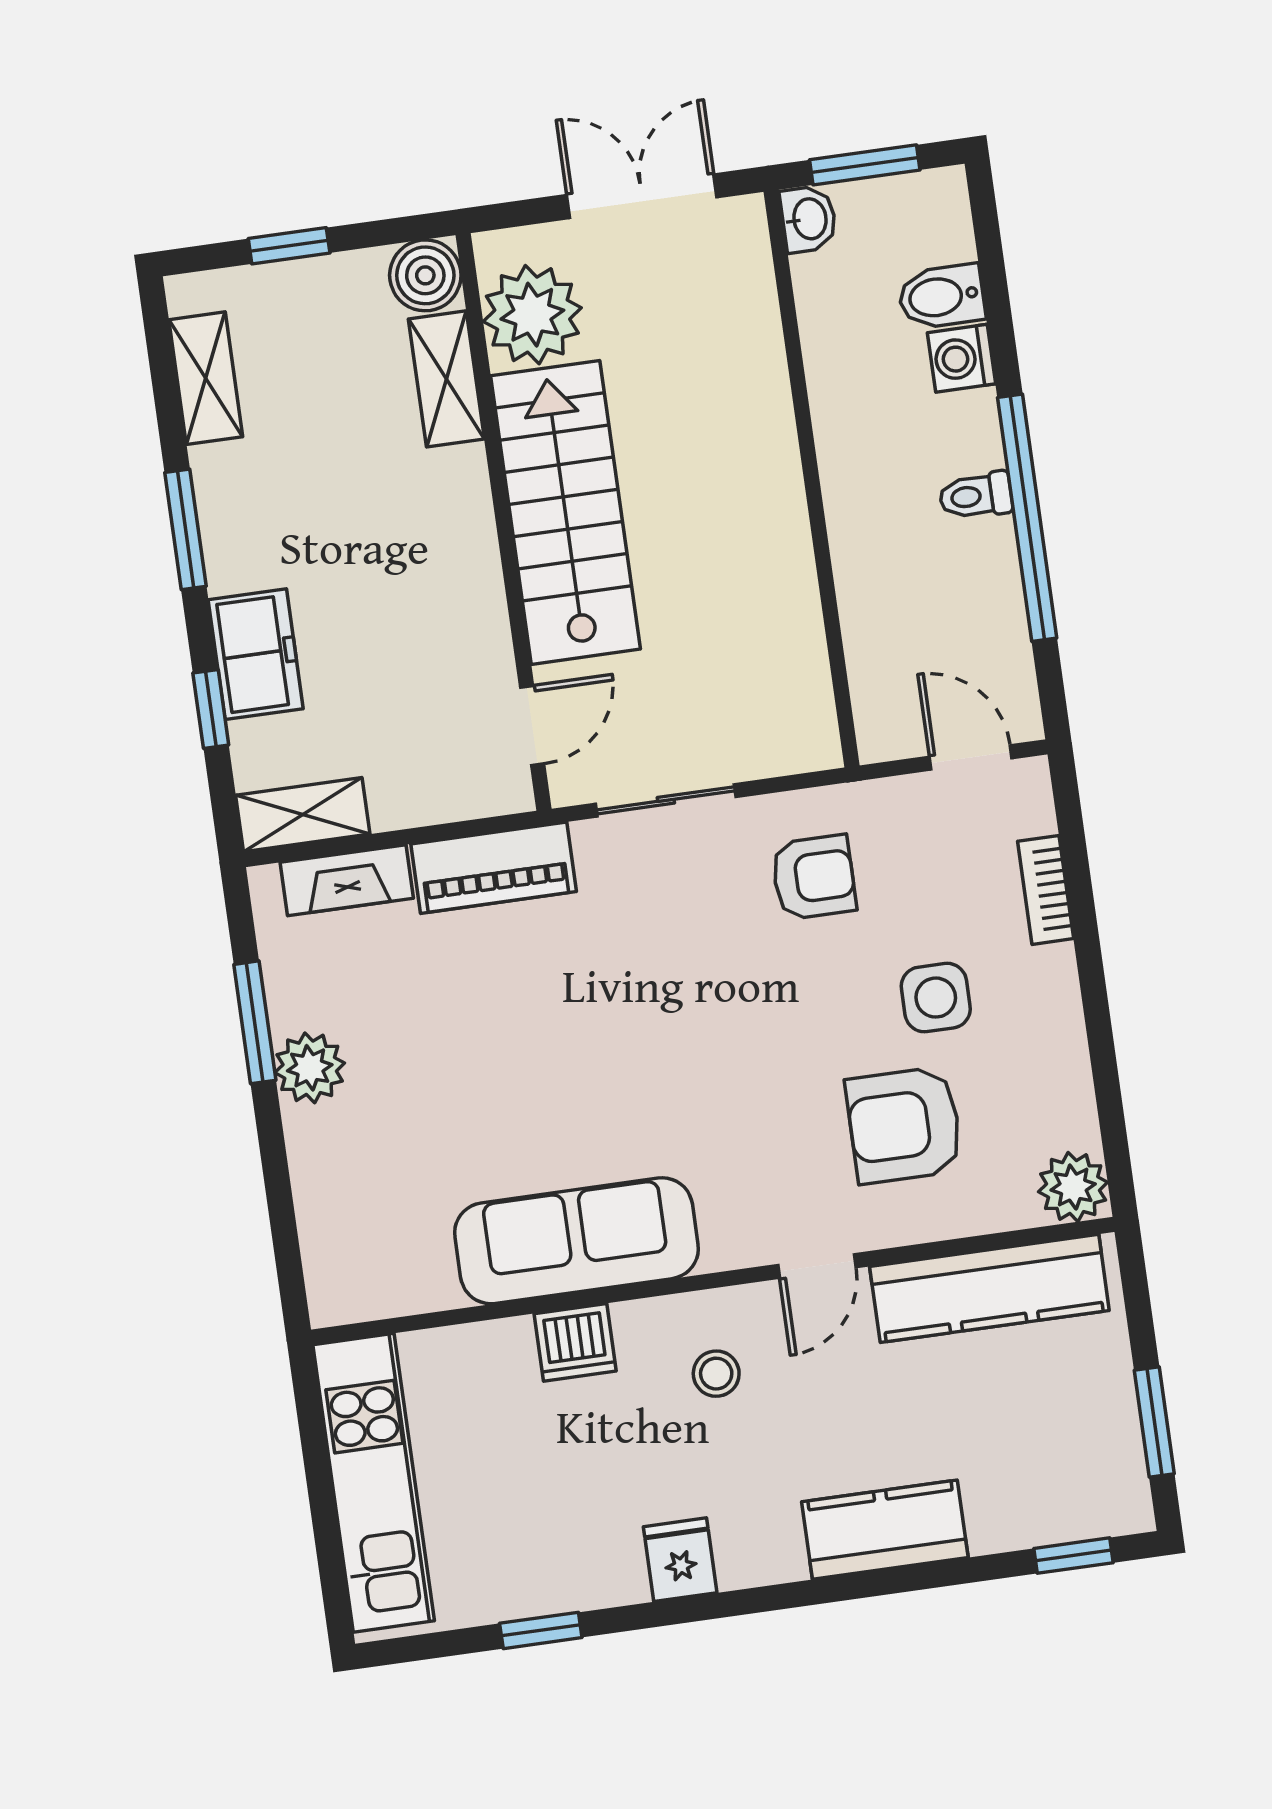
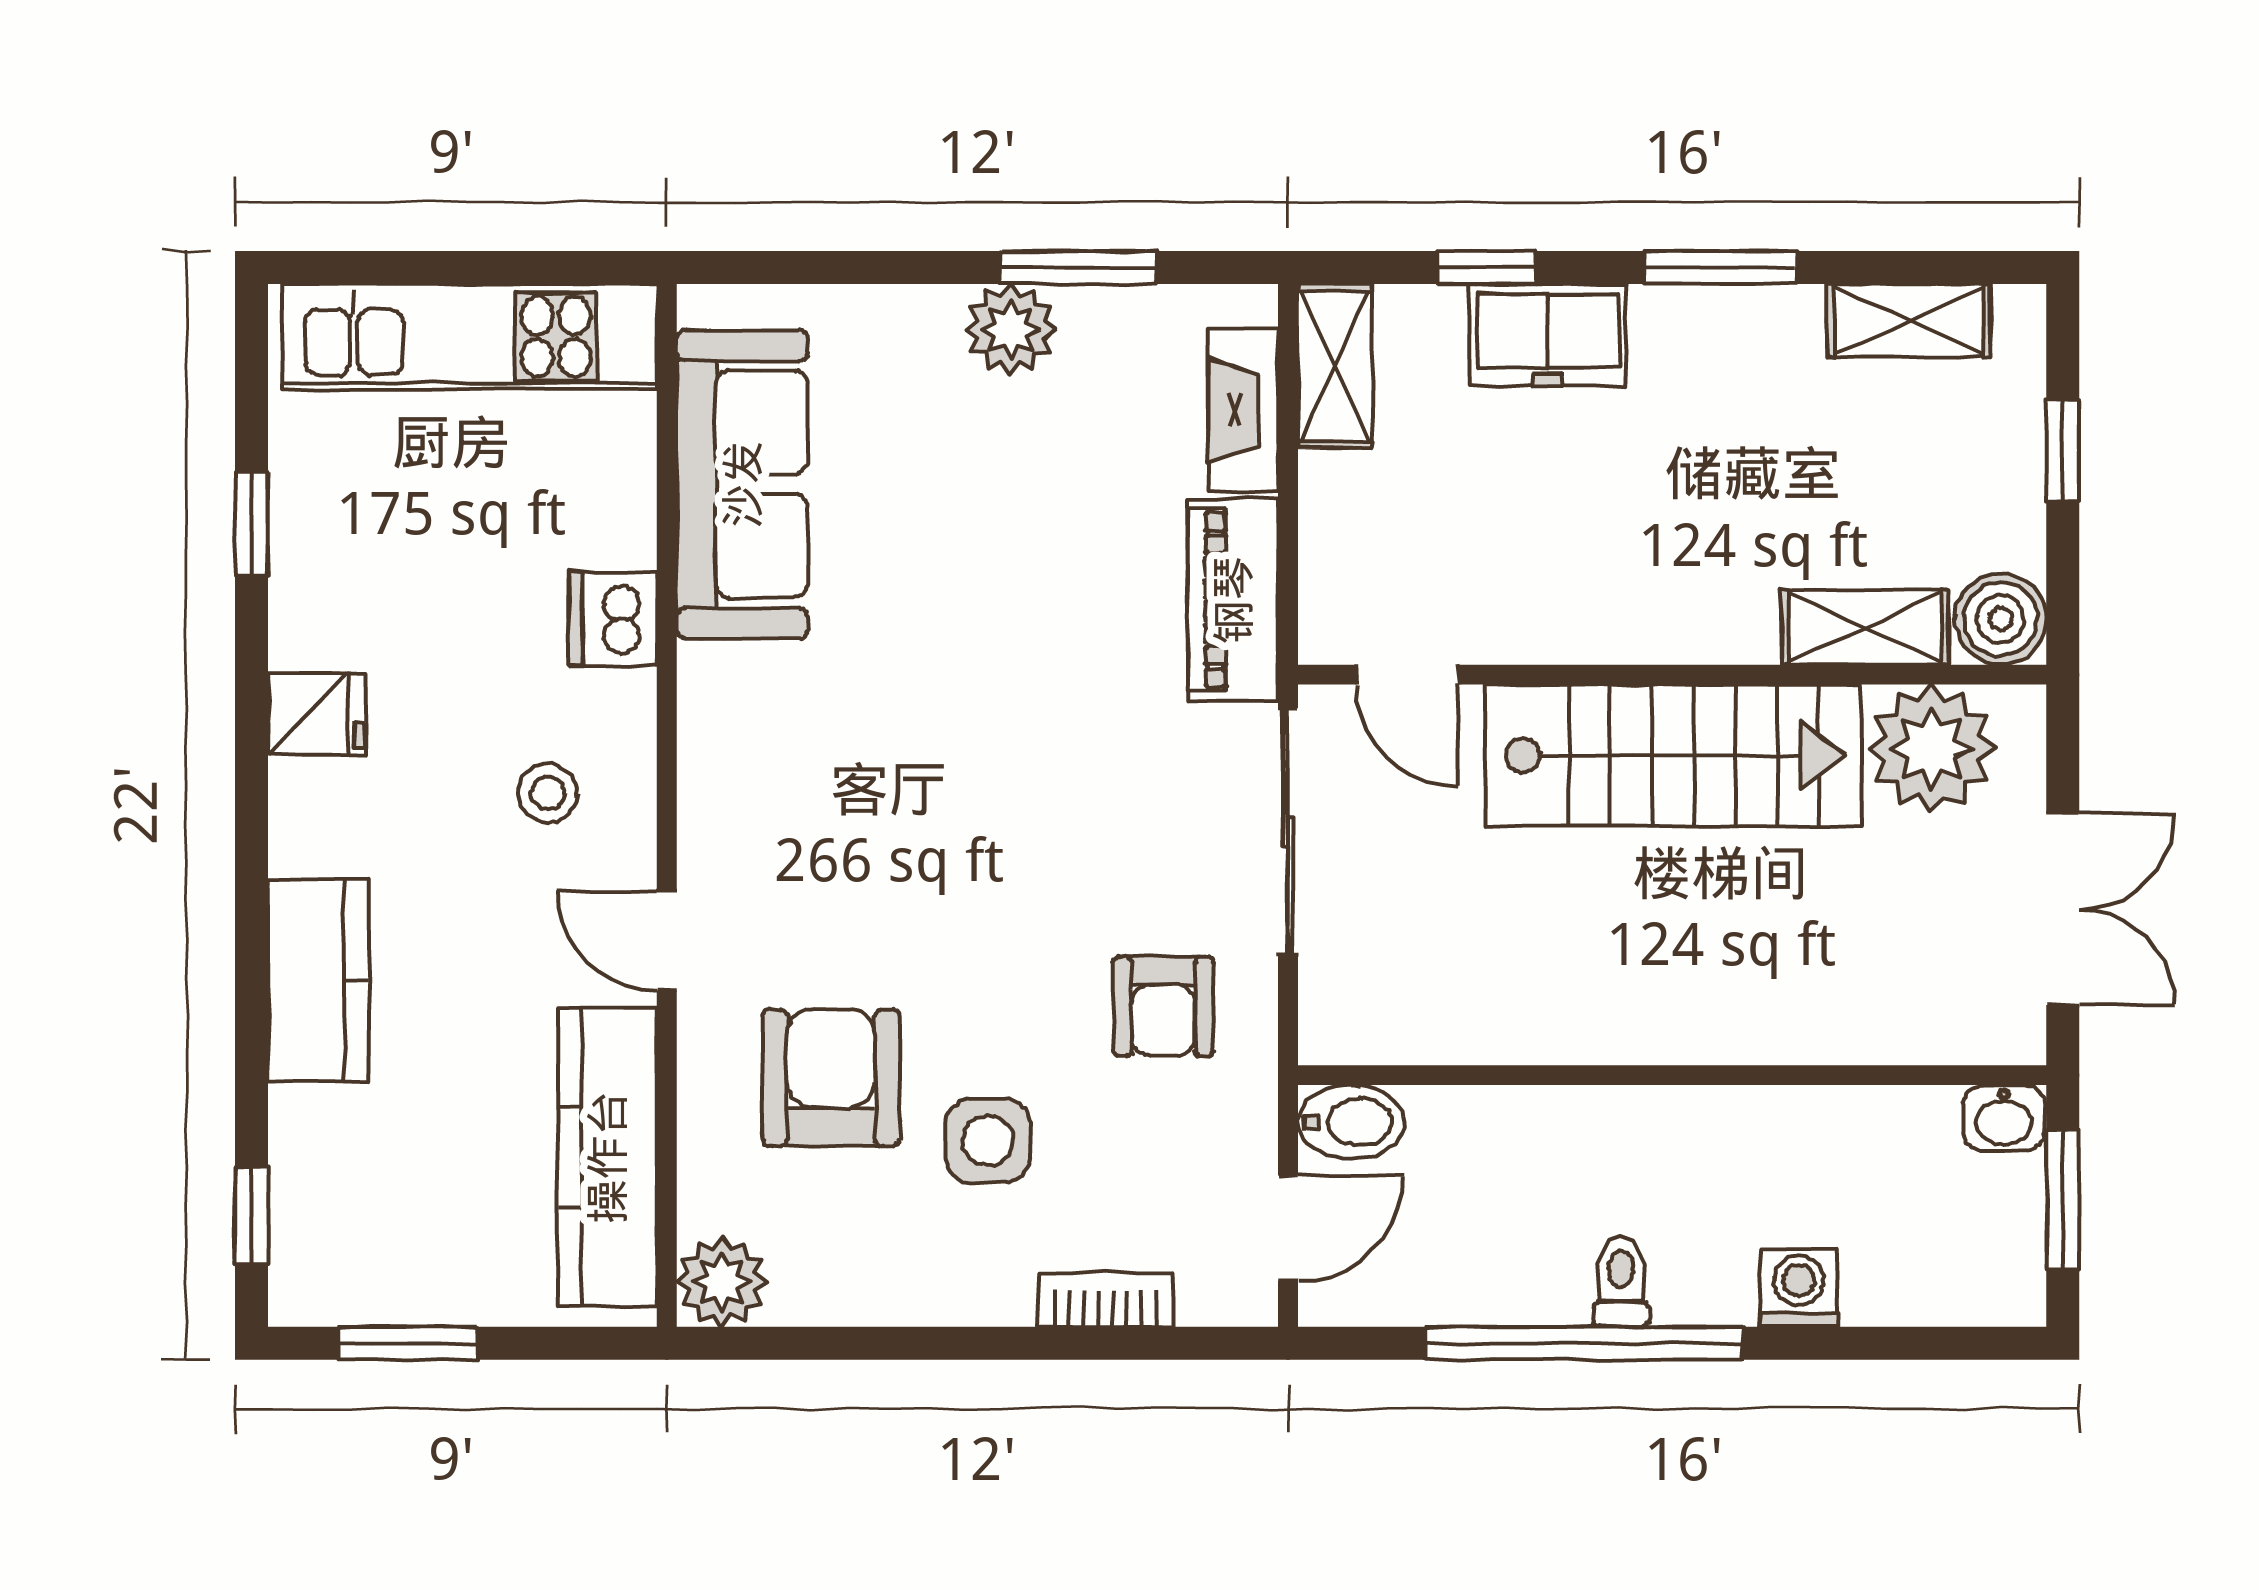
bidet: (941, 297) -> (1351, 1122), moved, turned 90
sliding door: (666, 800) -> (1288, 832), width x1.37
sofa: (577, 1241) -> (742, 484), moved

